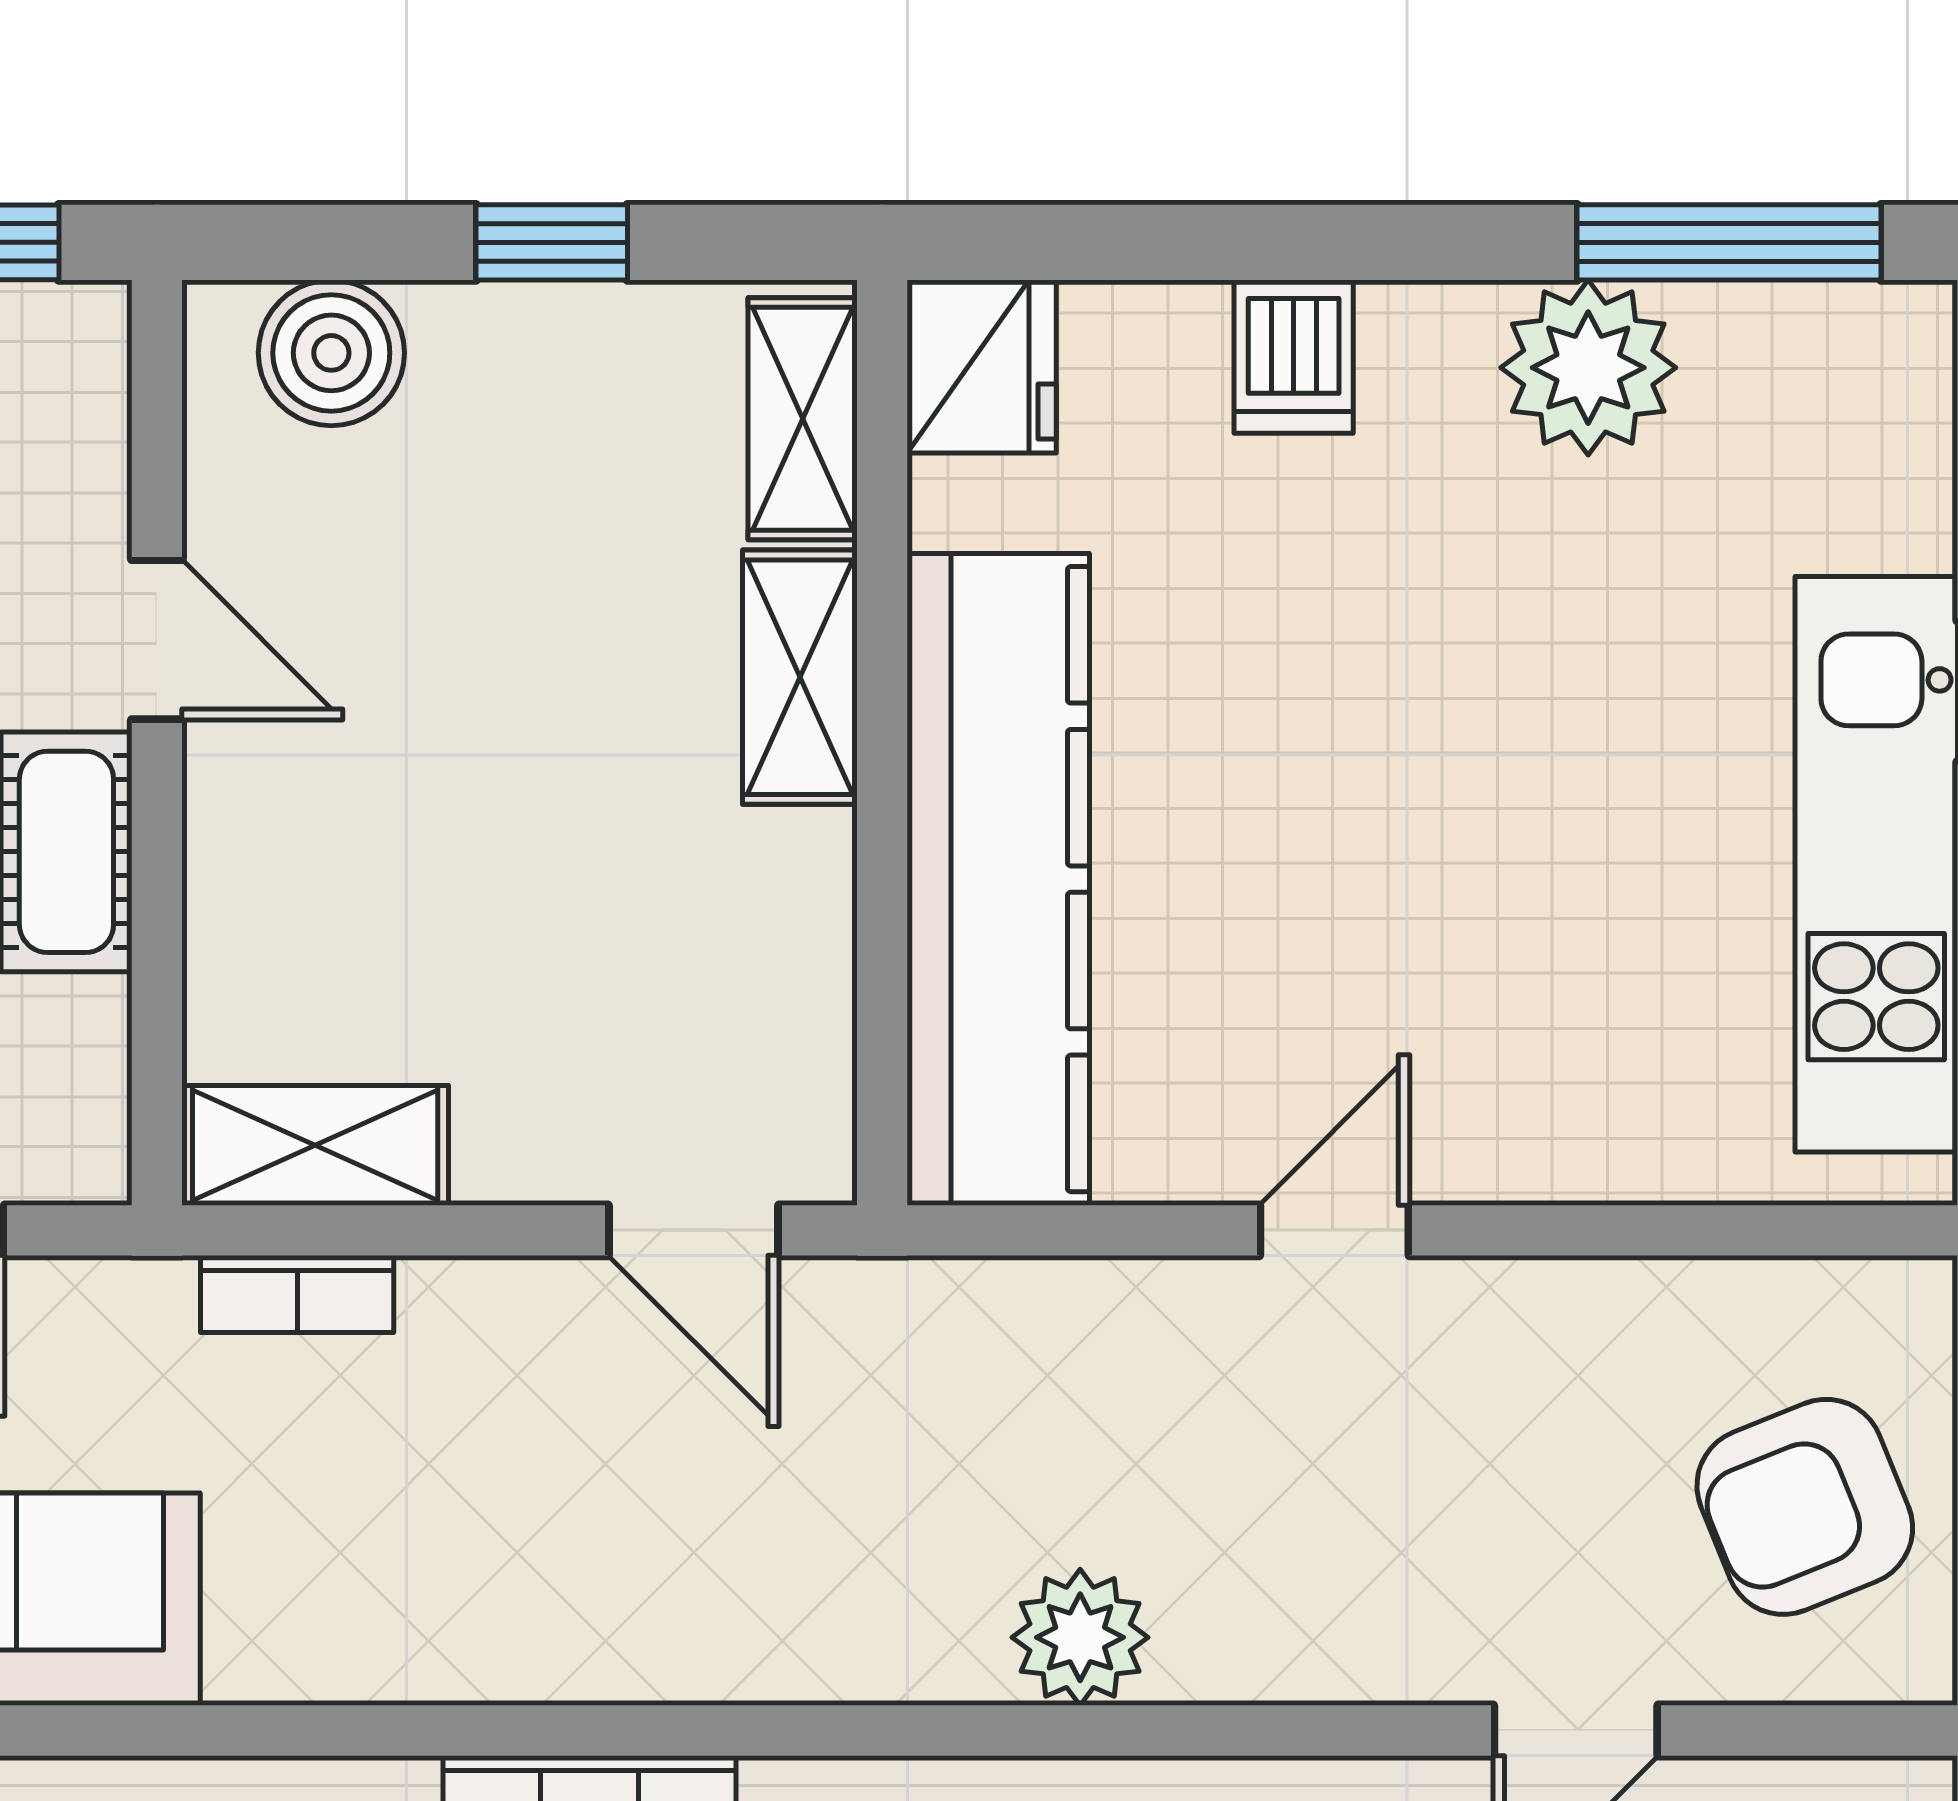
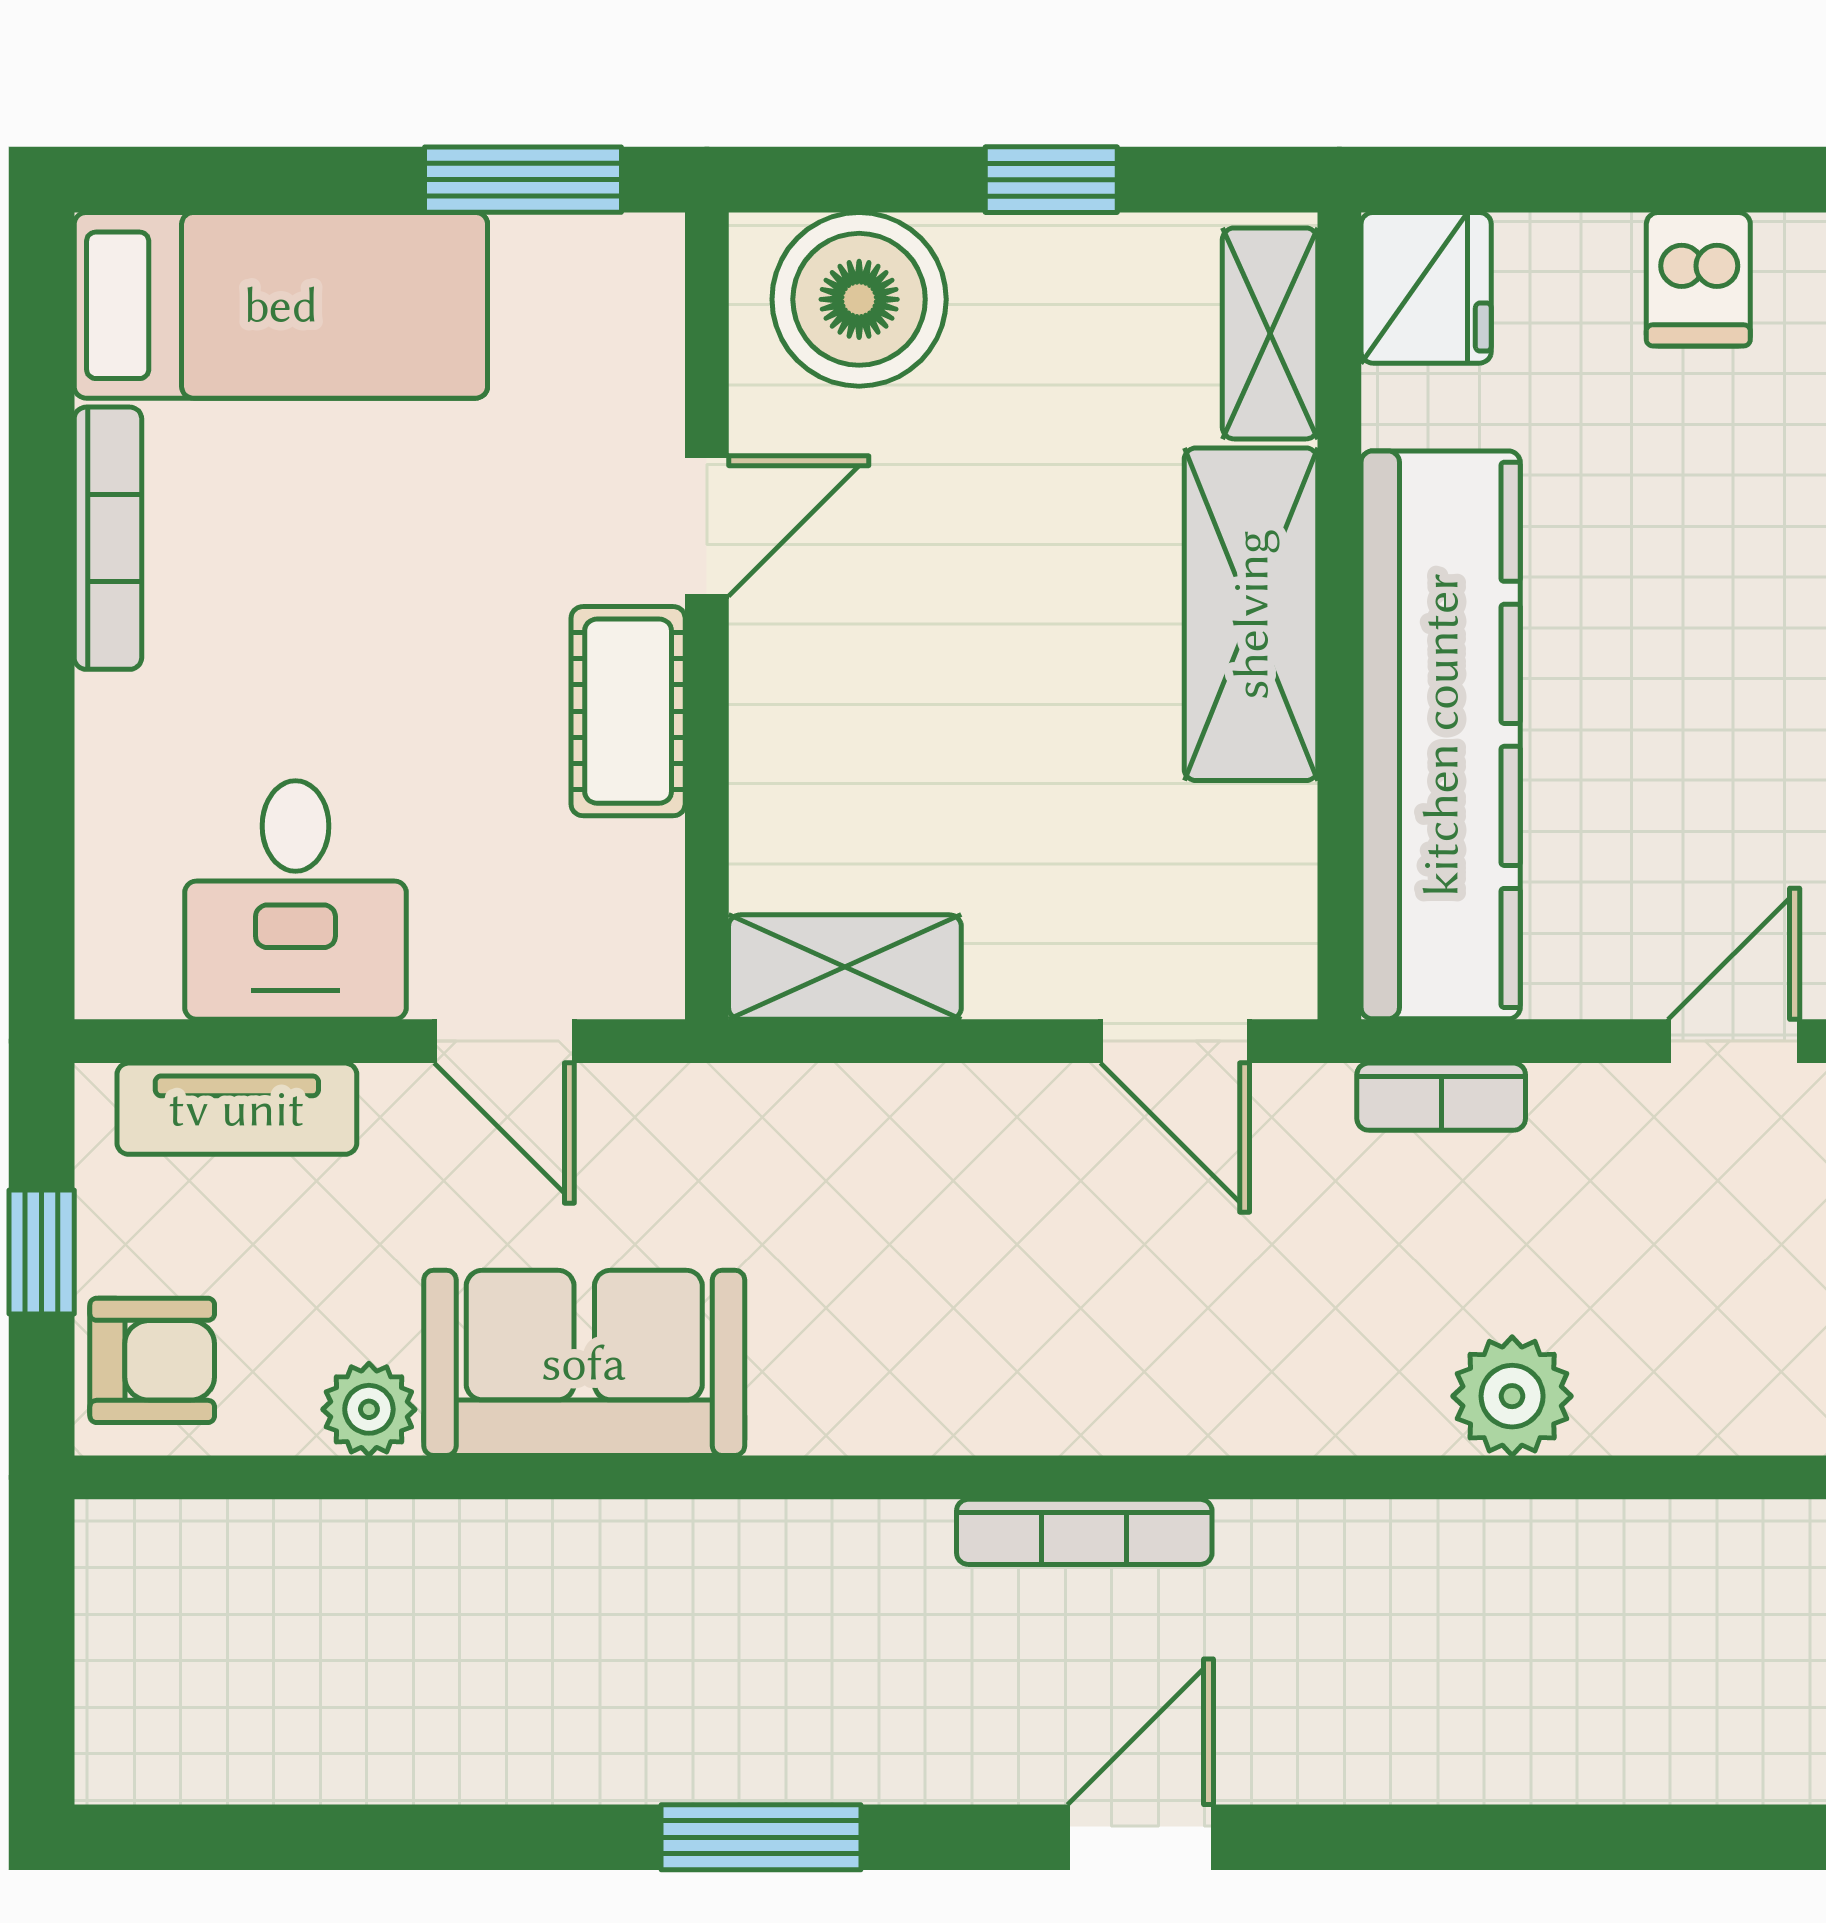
boiler: (331, 353) -> (859, 299), width x1.37, depth x1.37
door: (157, 640) -> (707, 526), hinge flipped
shelving: (800, 677) -> (1251, 614), width x1.50, depth x1.33
bookcase: (297, 1294) -> (1441, 1097), moved

